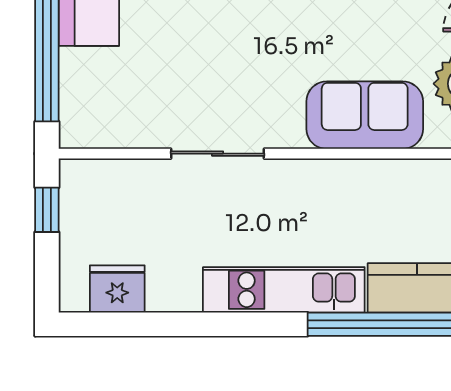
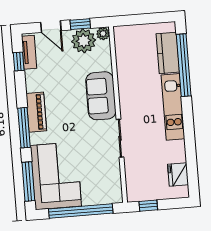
sofa: (365, 115) -> (101, 96), moved

